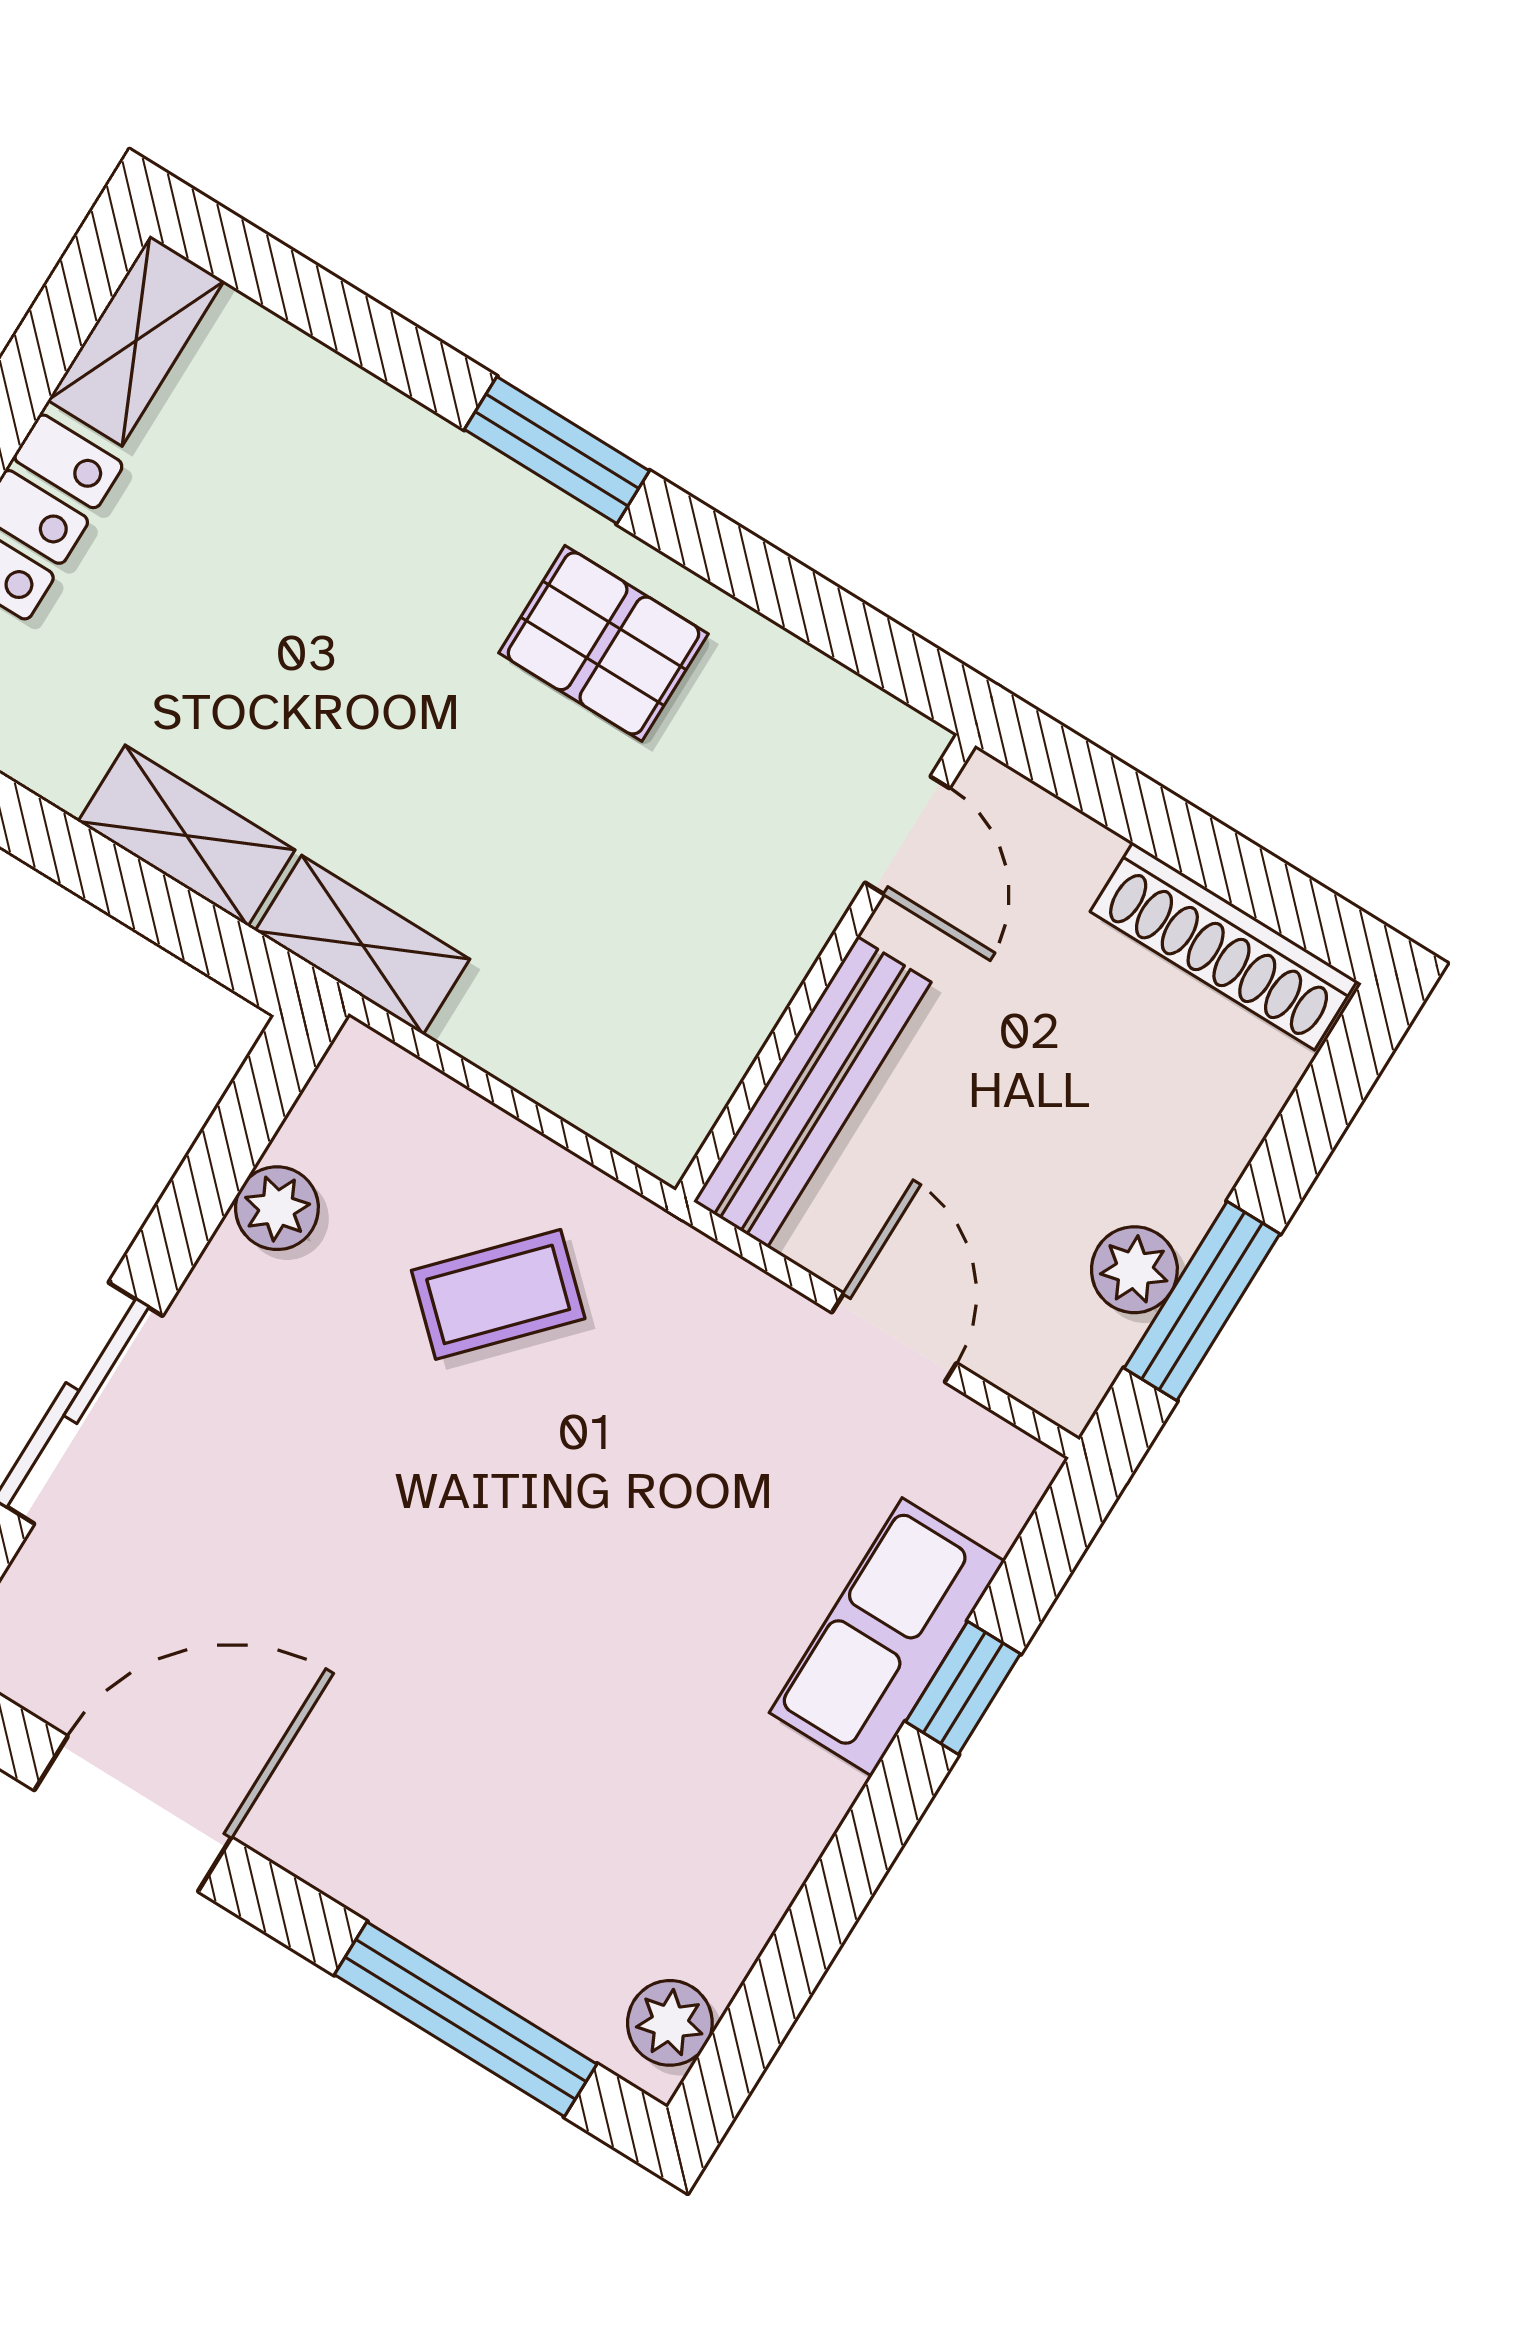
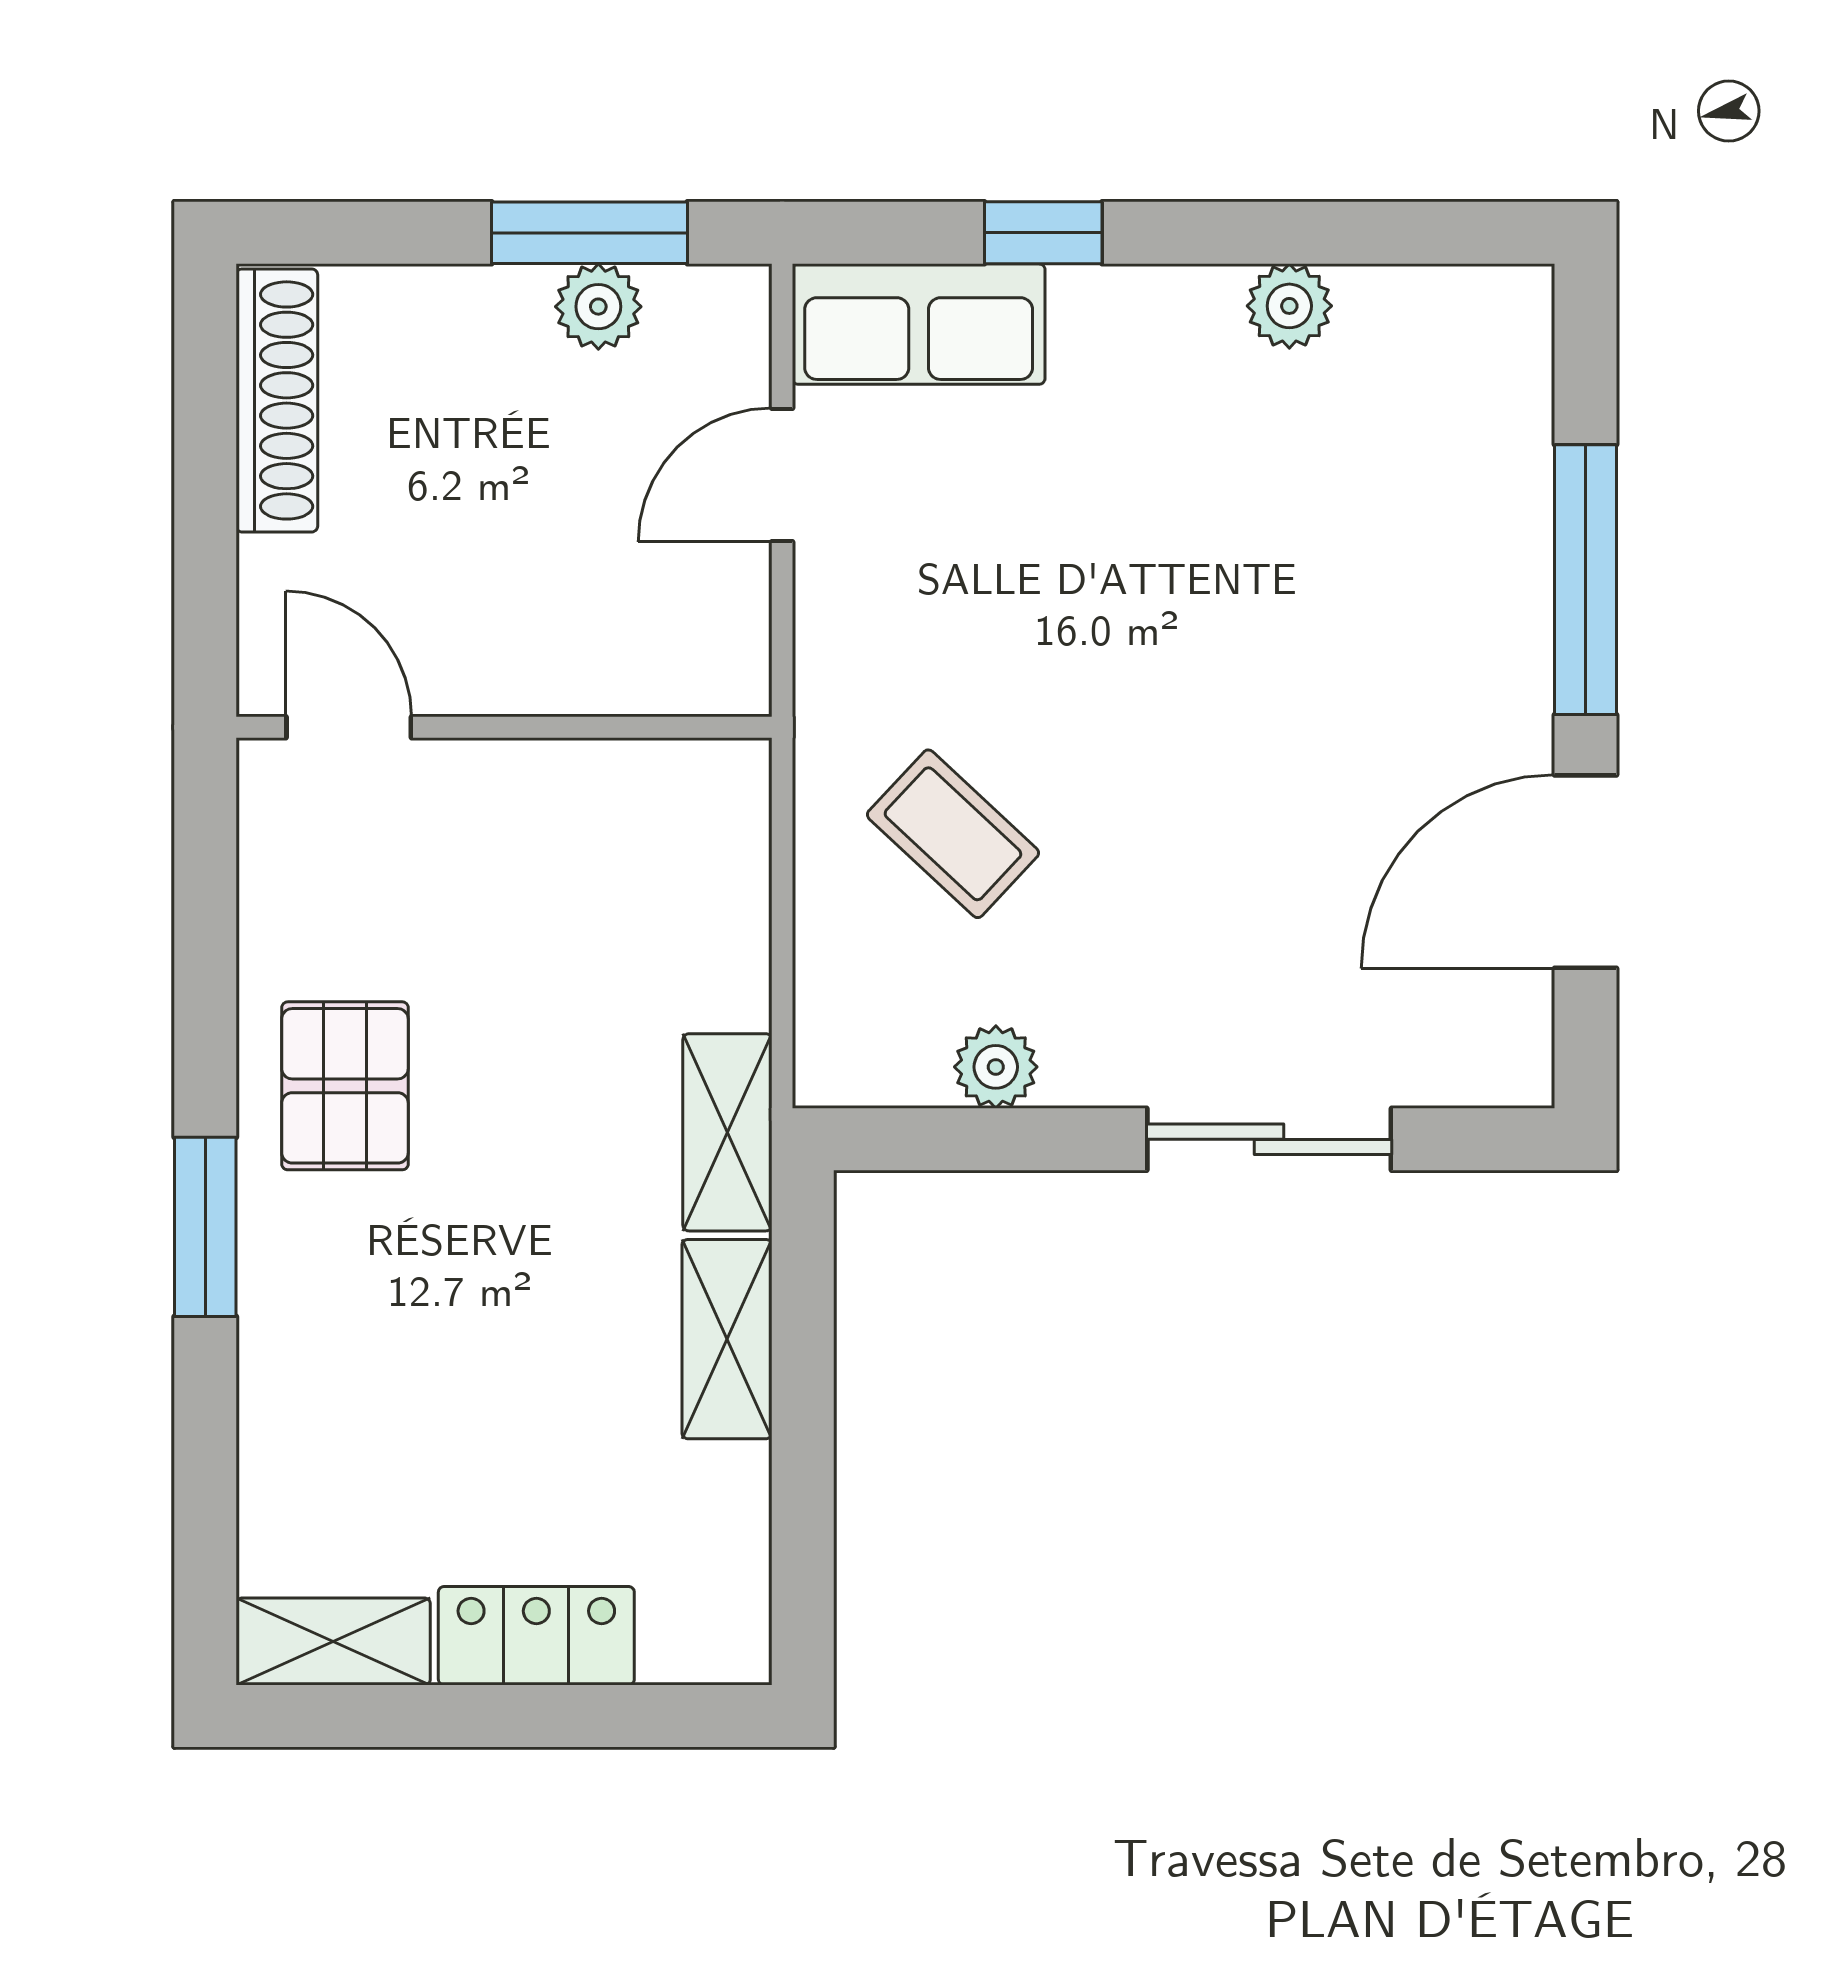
door: (907, 835) -> (349, 727), hinge flipped
bench: (812, 1092) -> (616, 673), removed
row of seats: (887, 1637) -> (919, 324), moved
door: (133, 1814) -> (1586, 872), hinge flipped
window: (466, 2019) -> (1586, 580), moved
plant: (670, 2023) -> (1289, 306), moved

